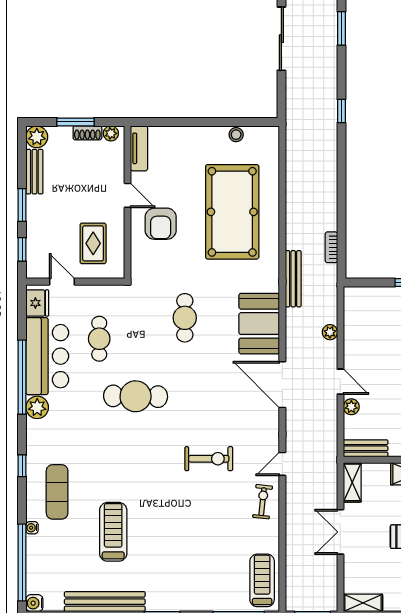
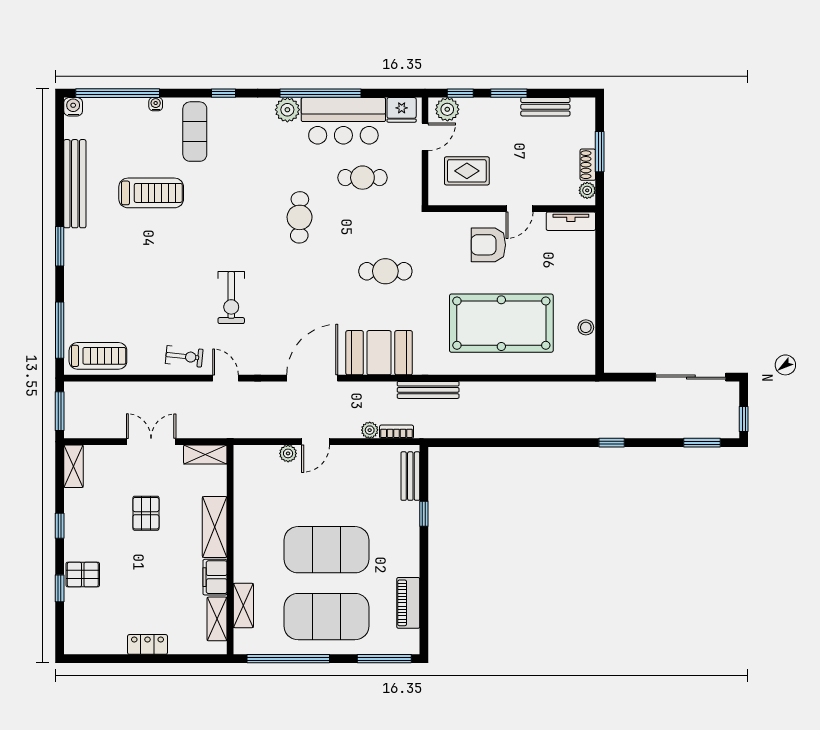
plant: (37, 137) -> (447, 109), moved
bookcase: (331, 247) -> (397, 432), moved
cafe table: (136, 396) -> (300, 217), width x0.73, depth x0.74
bench: (366, 448) -> (410, 476), moved
exercise mat: (57, 492) -> (195, 132), turned 90

